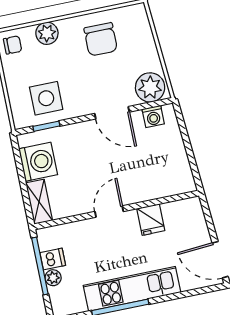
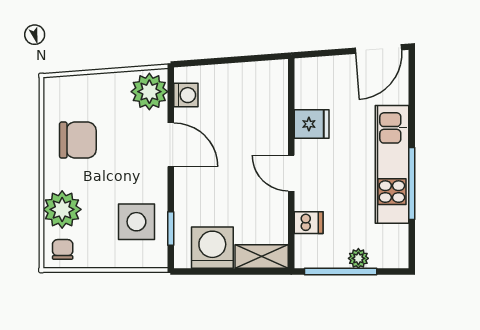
plant: (47, 33) -> (62, 209), width x1.36, depth x1.36
door: (112, 113) -> (171, 145), hinge flipped
dishwasher: (53, 259) -> (309, 223), moved, turned 90

